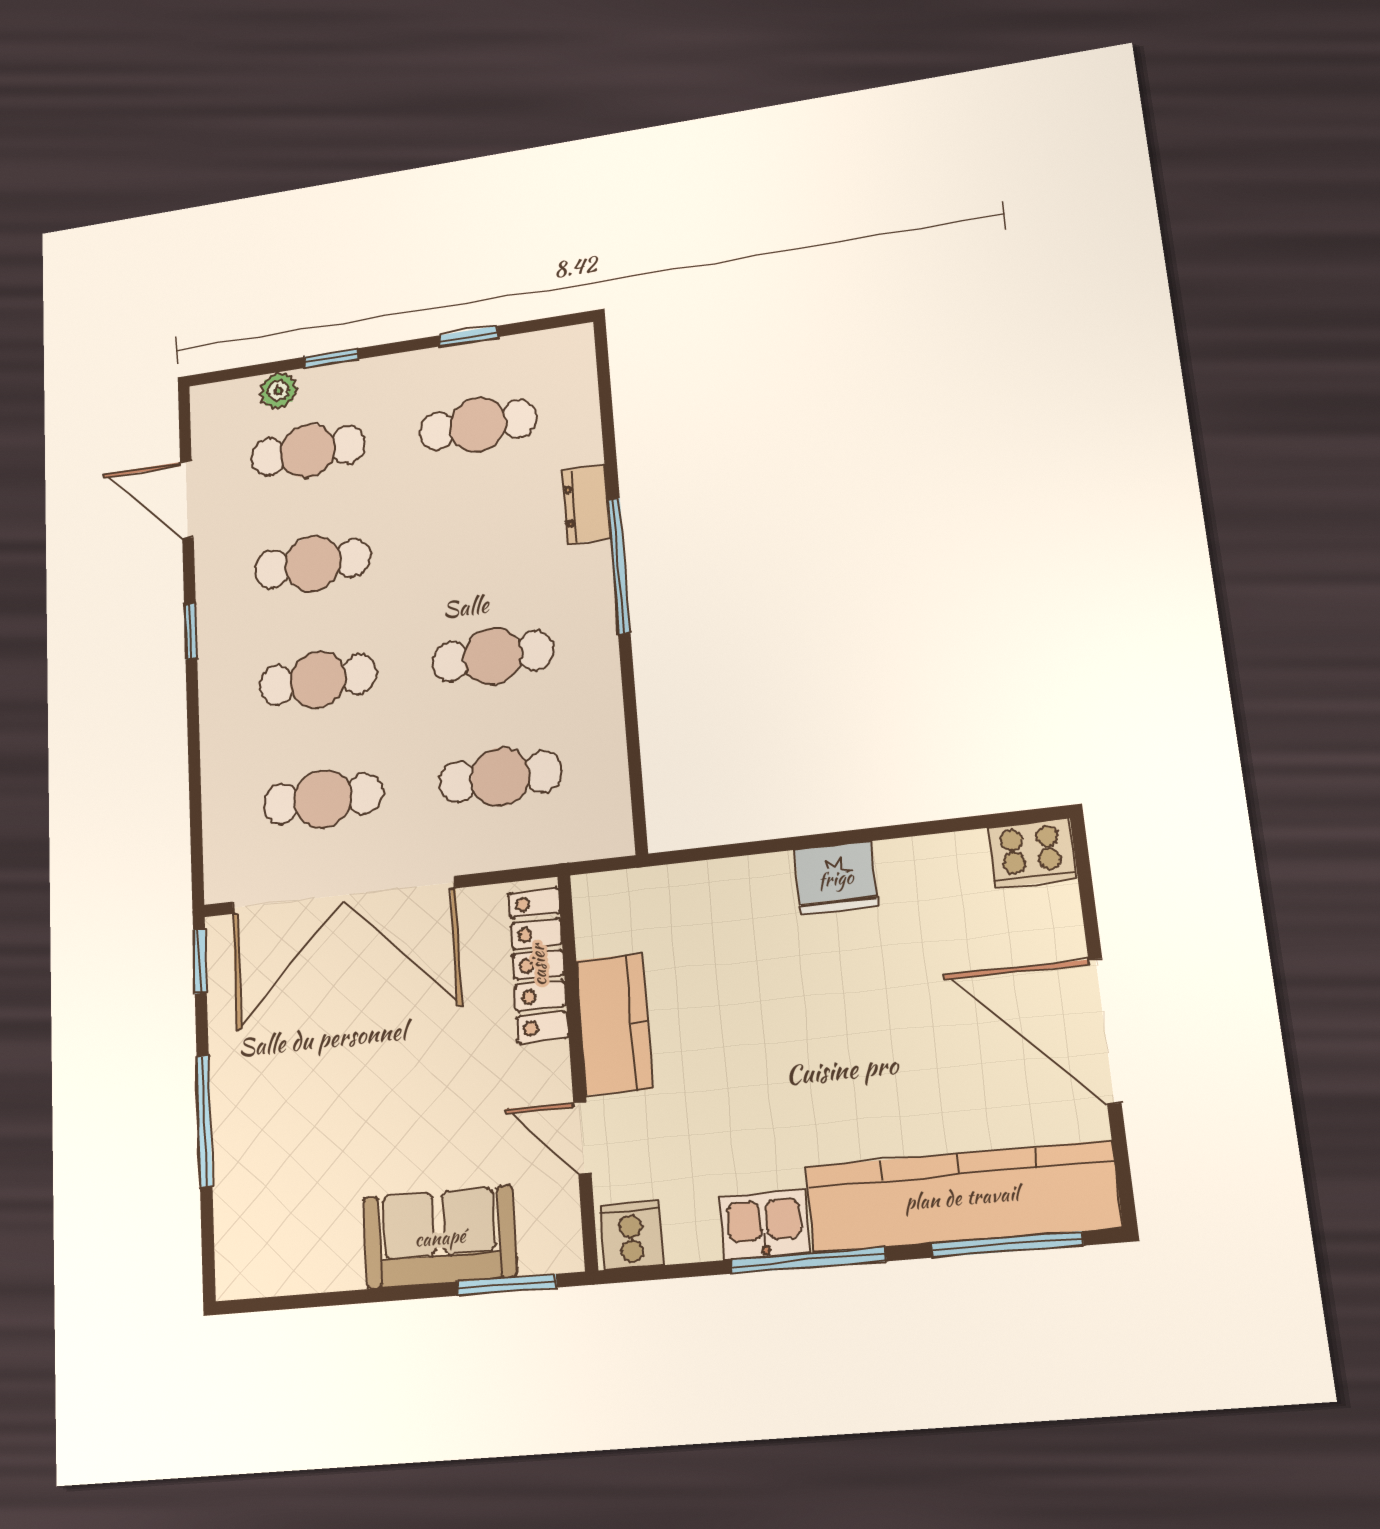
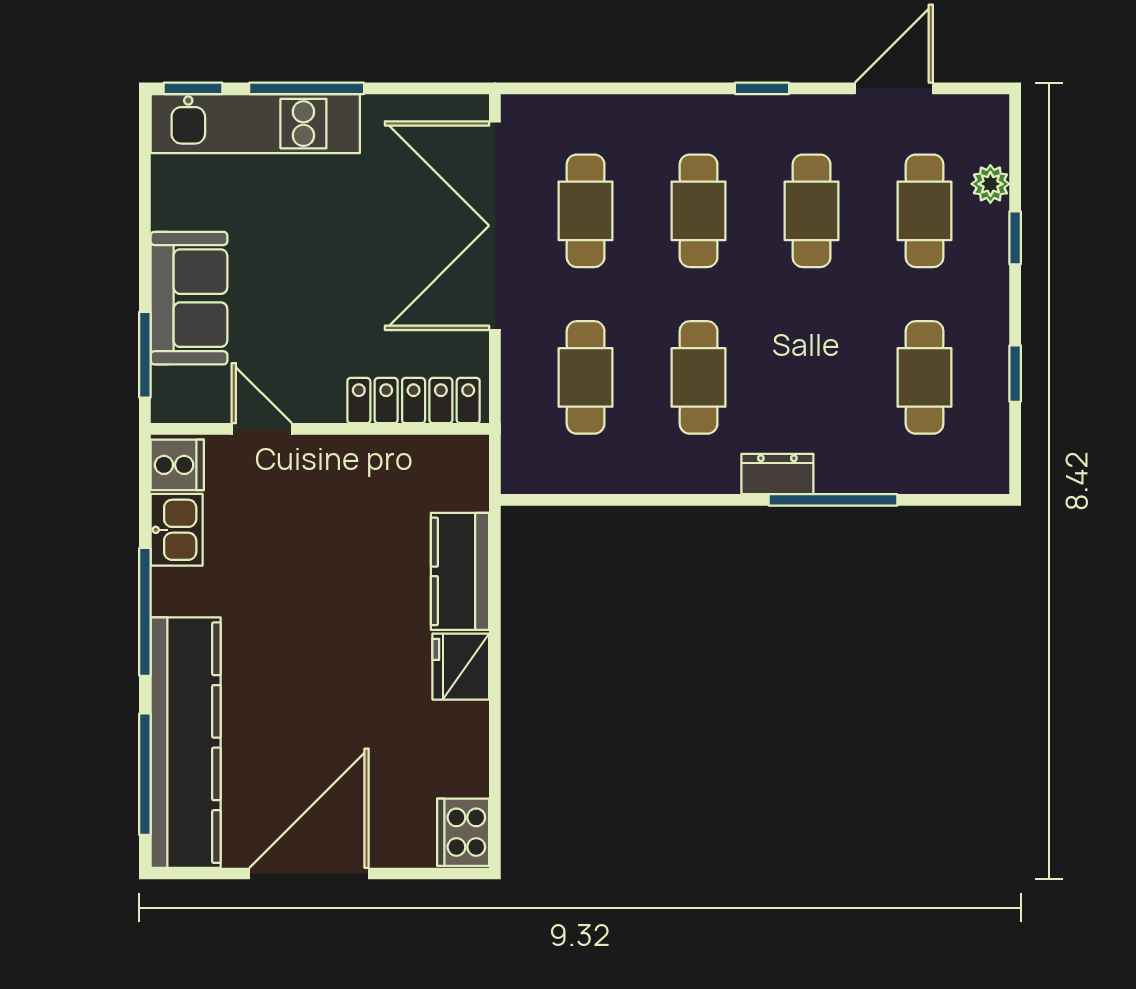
dresser: (586, 504) -> (777, 474), moved
window: (619, 566) -> (833, 500), moved
window: (200, 961) -> (193, 88), moved
kitchen counter: (614, 1024) -> (460, 571), moved, turned 90
door: (582, 1137) -> (262, 429), hinge flipped
kitchen unit: (244, 1176) -> (255, 124), added
kitchen sink: (764, 1225) -> (177, 530), moved

